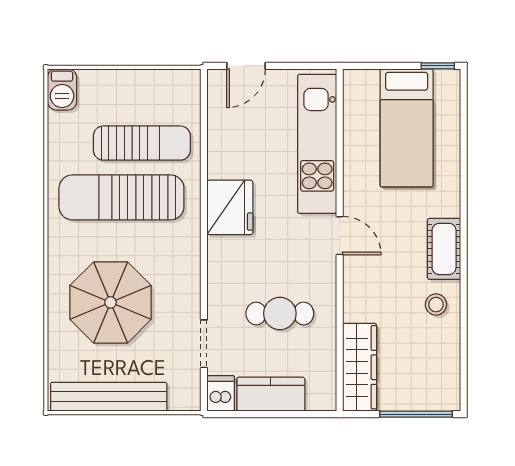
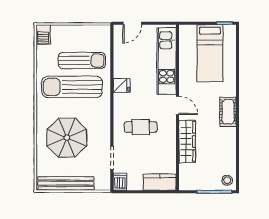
fridge: (230, 207) -> (122, 86), width x0.53, depth x0.75
stool: (436, 305) -> (227, 180), moved
cafe table: (280, 313) -> (141, 127), moved
wardrobe: (360, 367) -> (187, 141), moved
kitchen counter: (271, 394) -> (160, 182), moved

